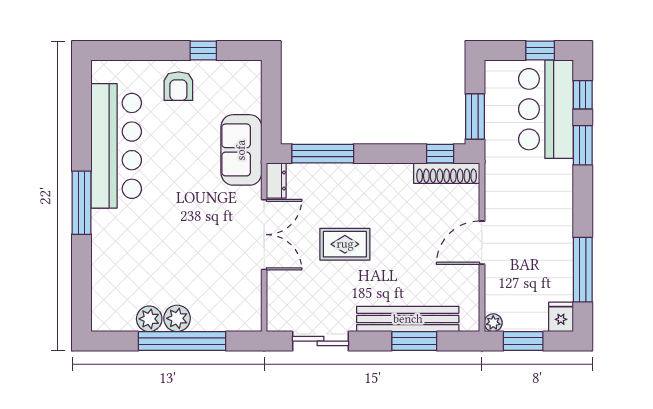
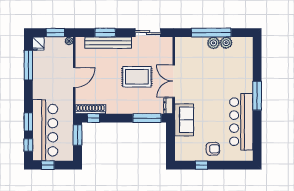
armchair: (178, 86) -> (213, 149), turned 87
bar counter: (546, 109) -> (45, 130), width x1.36
rug: (345, 244) -> (137, 77), width x1.36, depth x1.43

